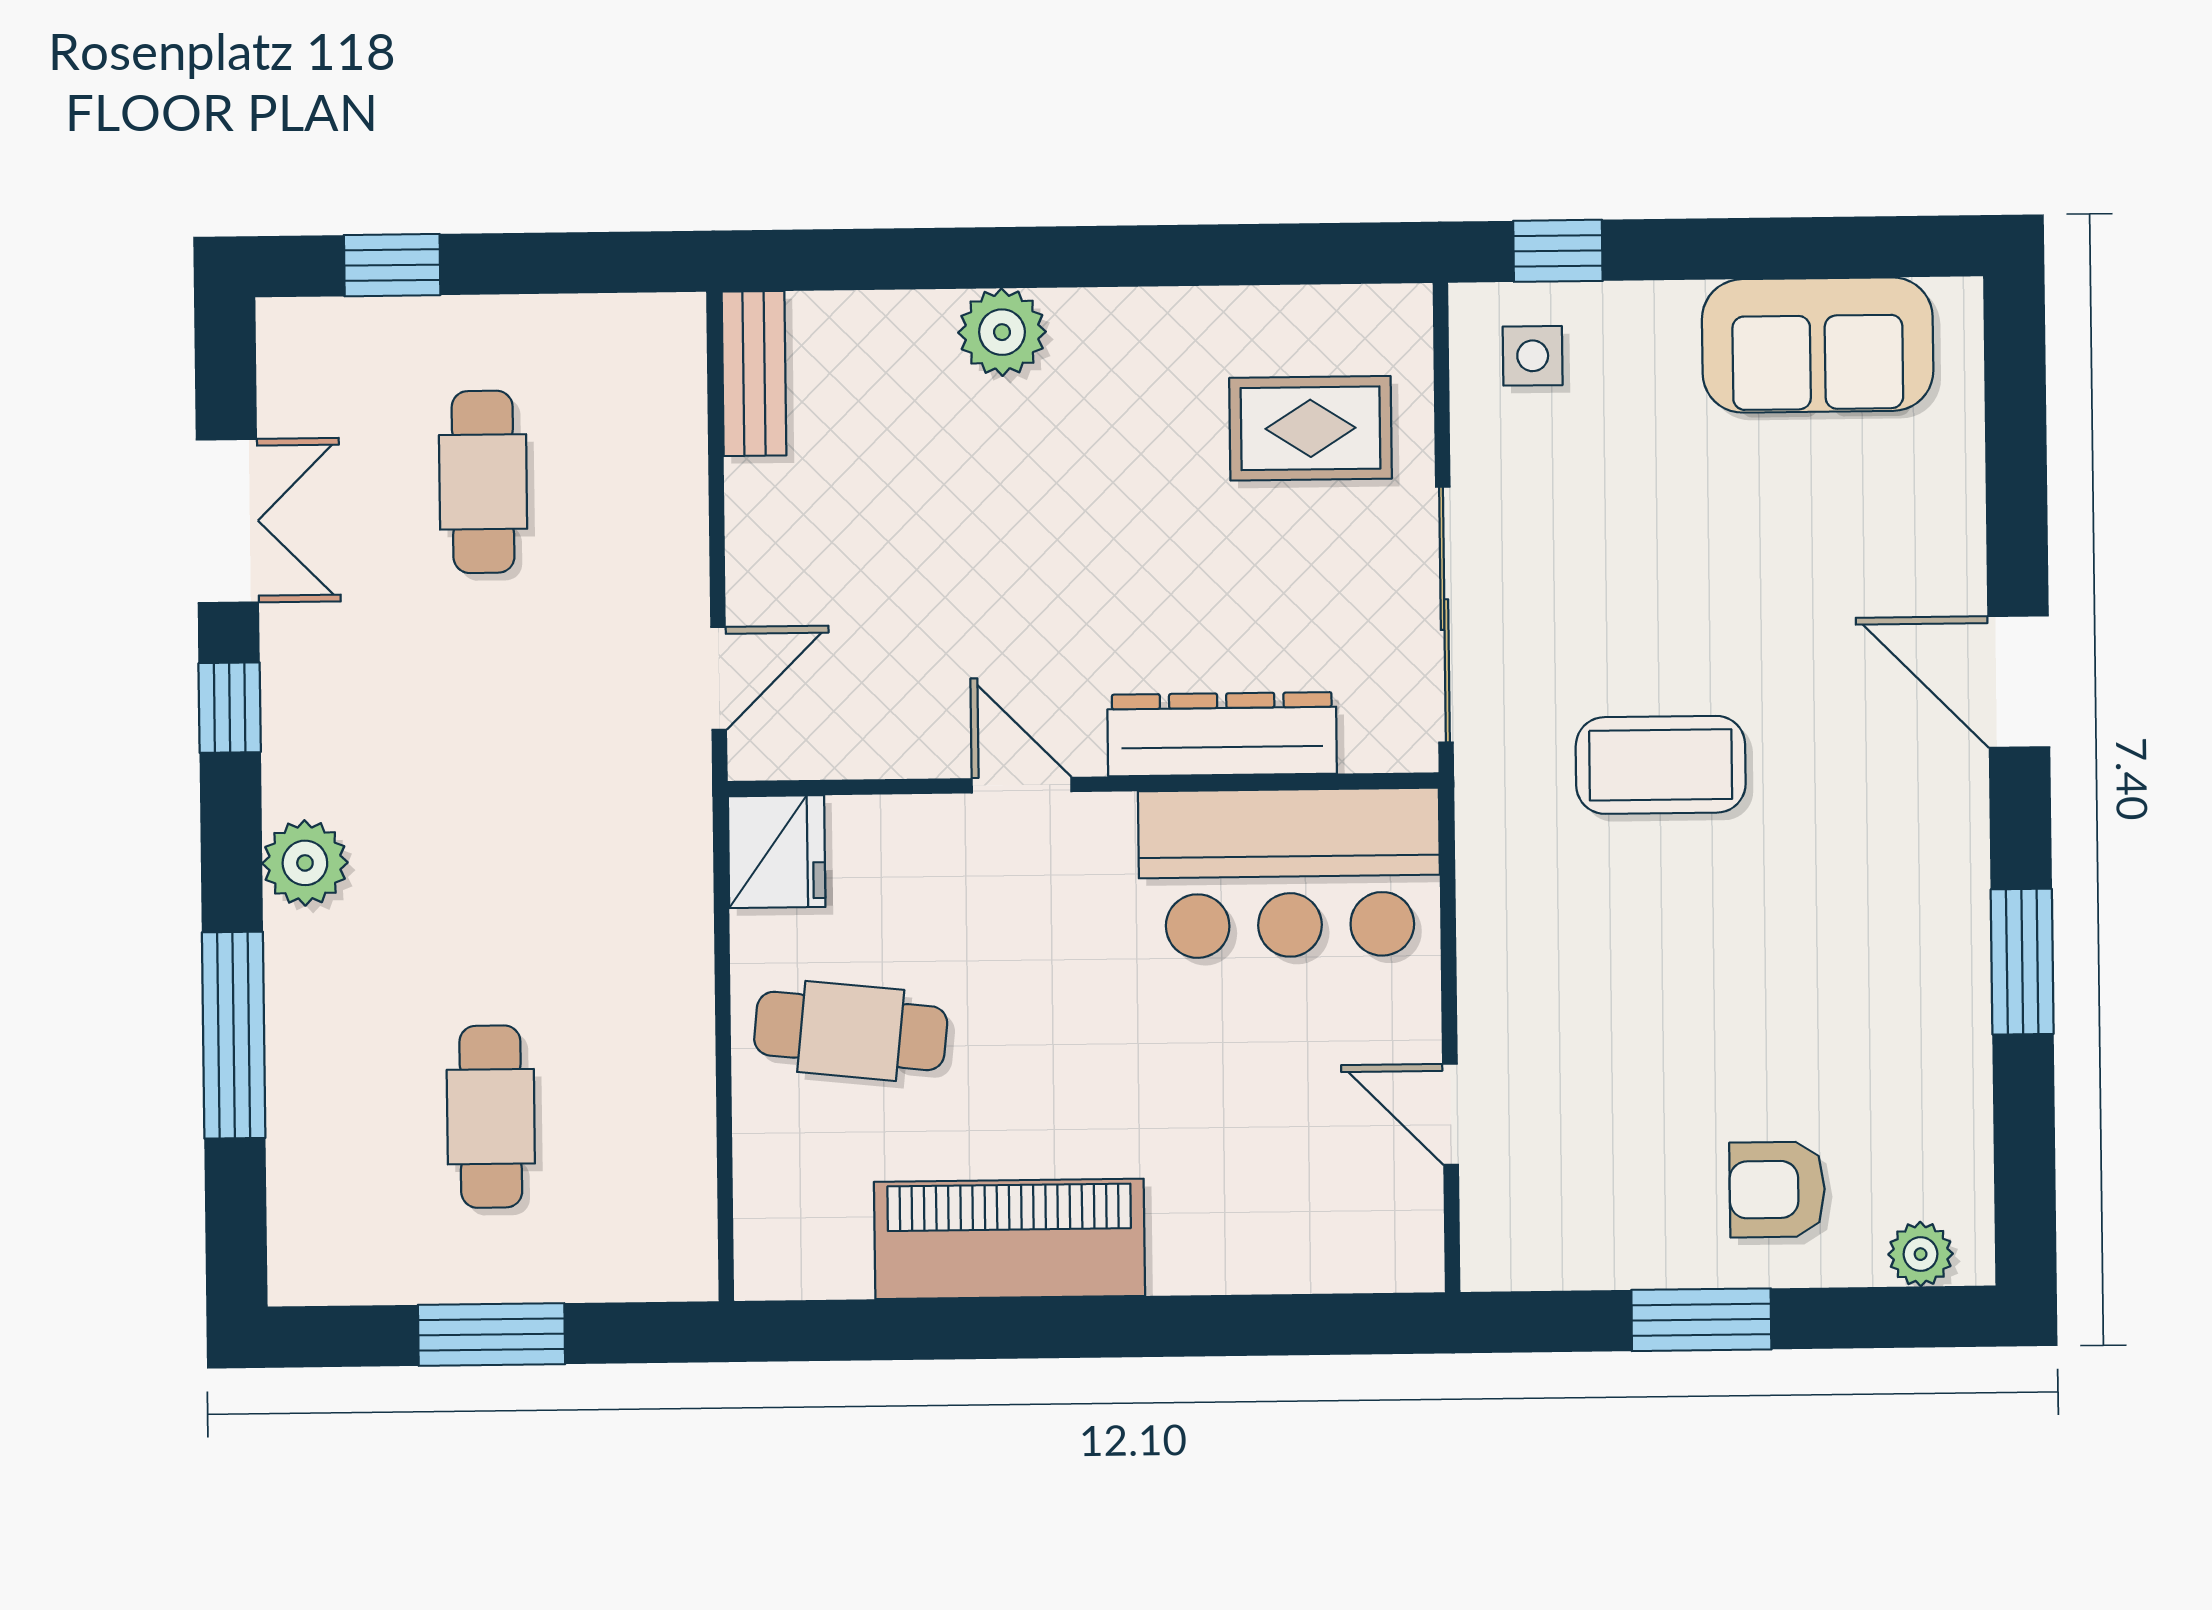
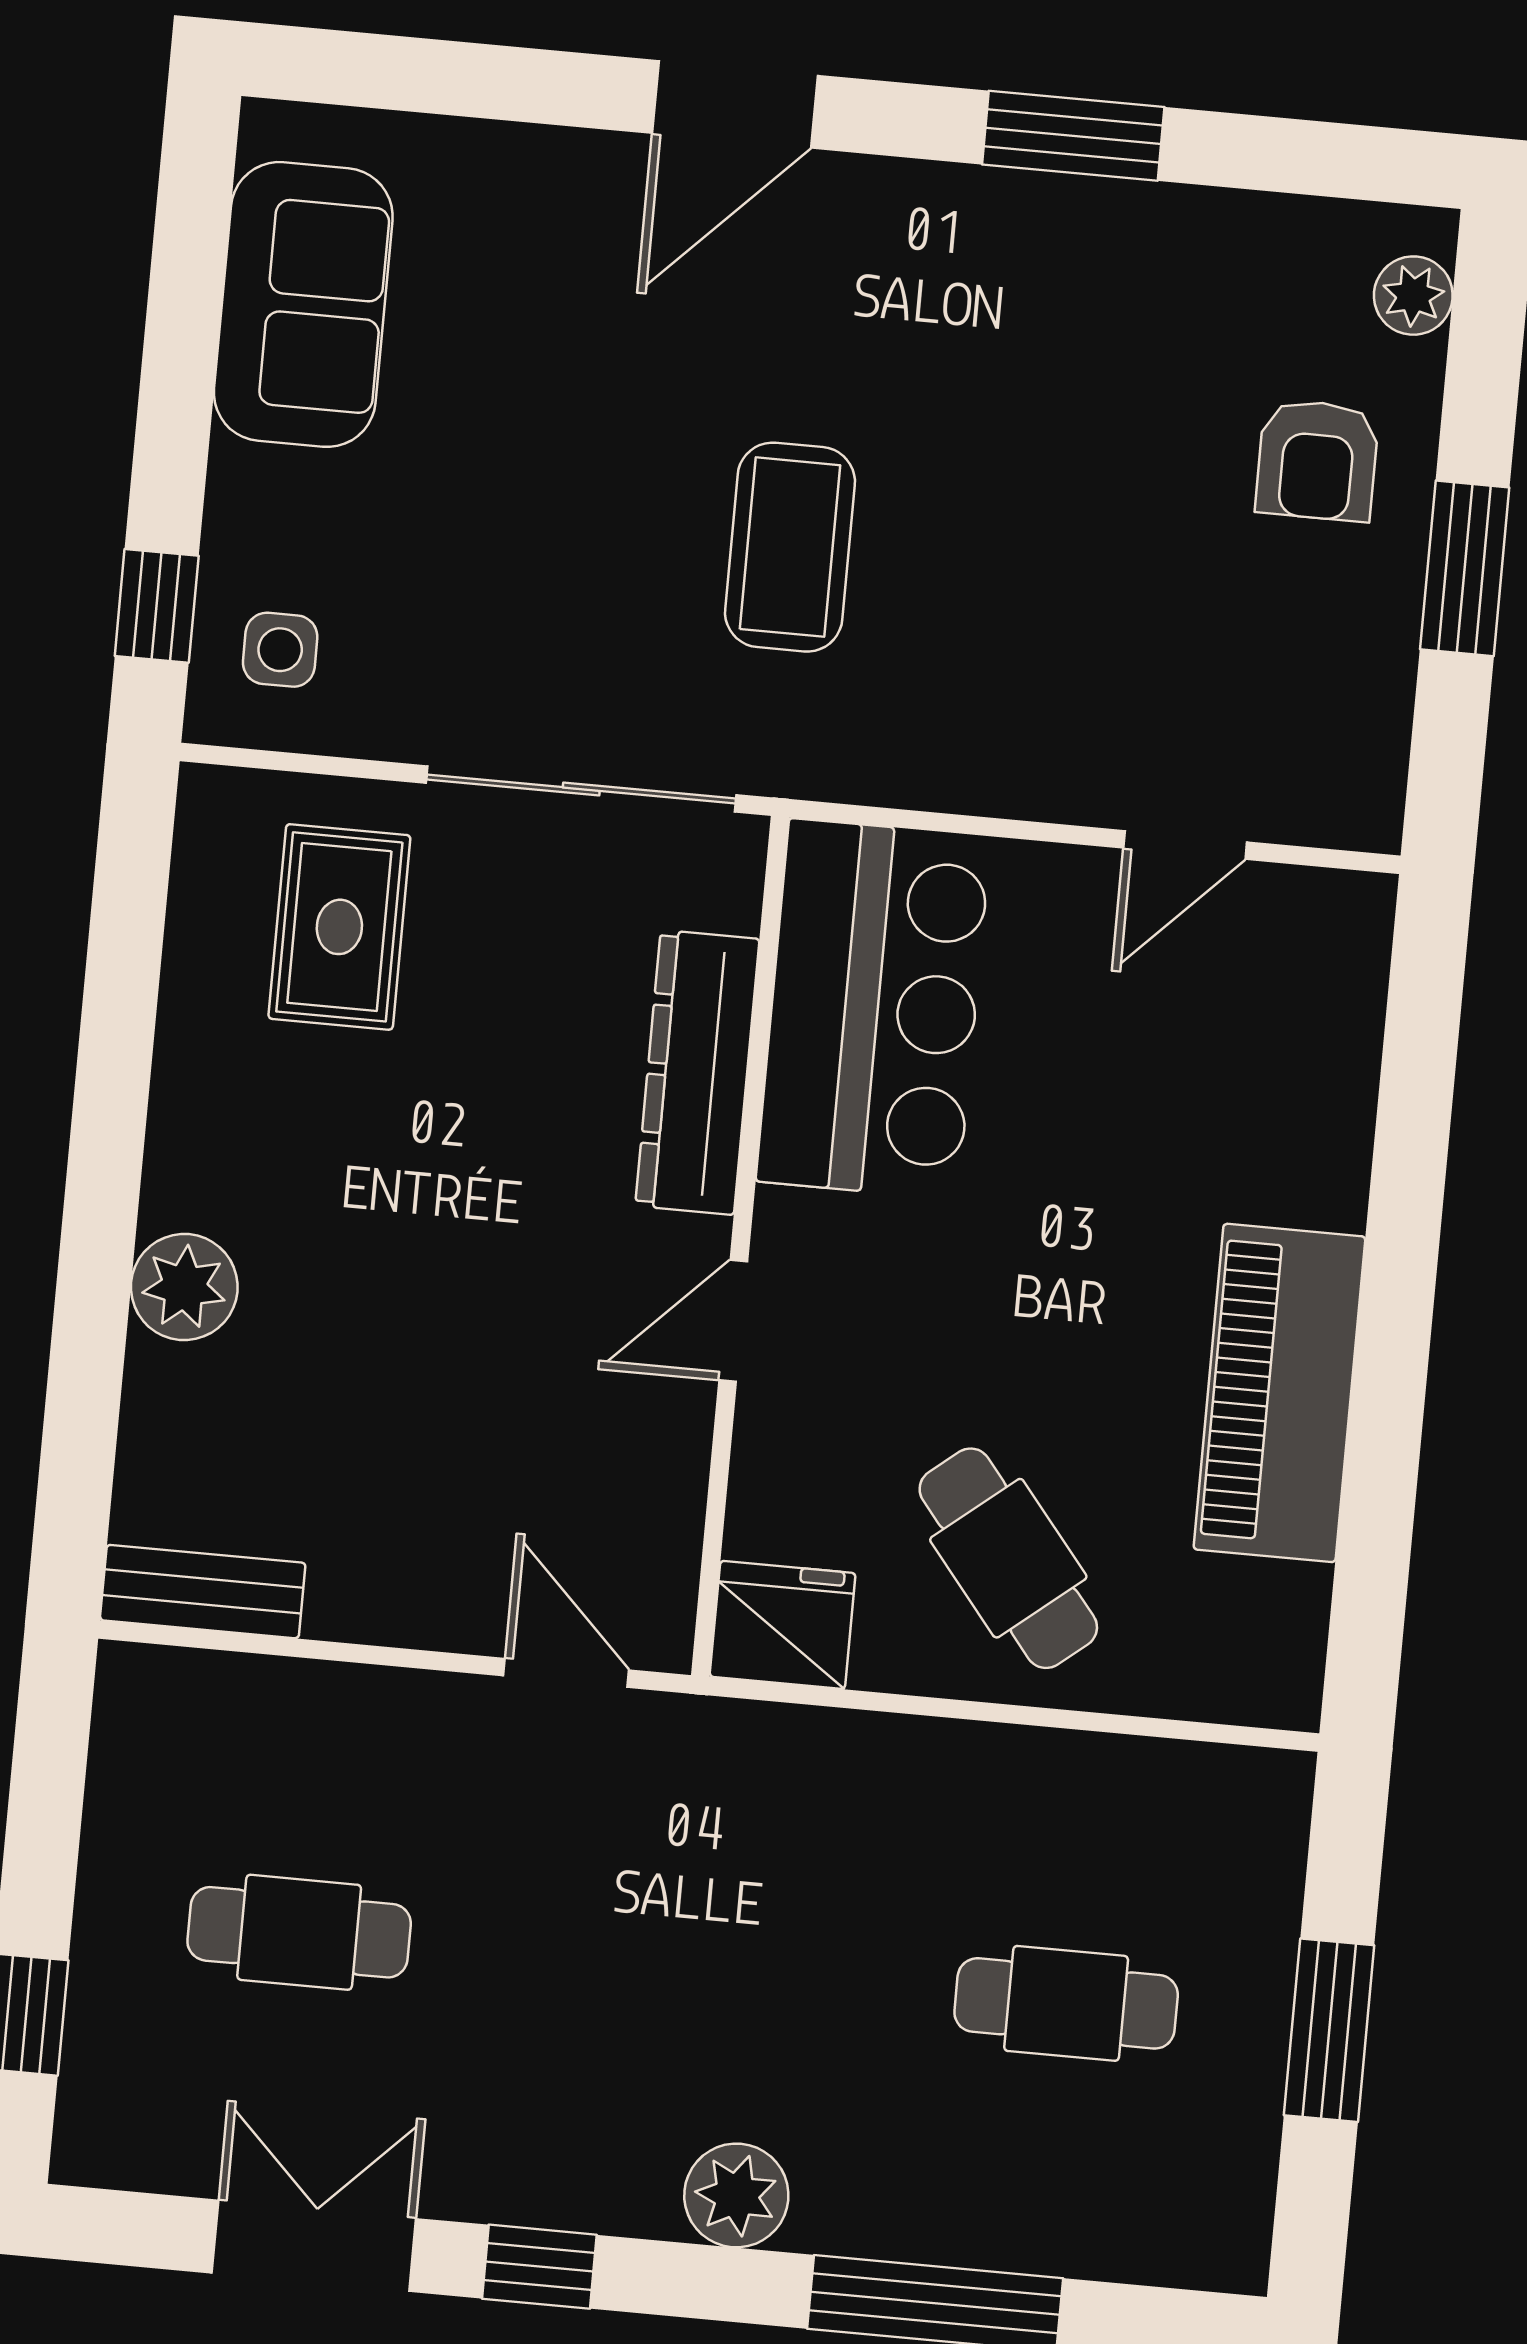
cafe table: (851, 1031) -> (1008, 1558), turned -45

